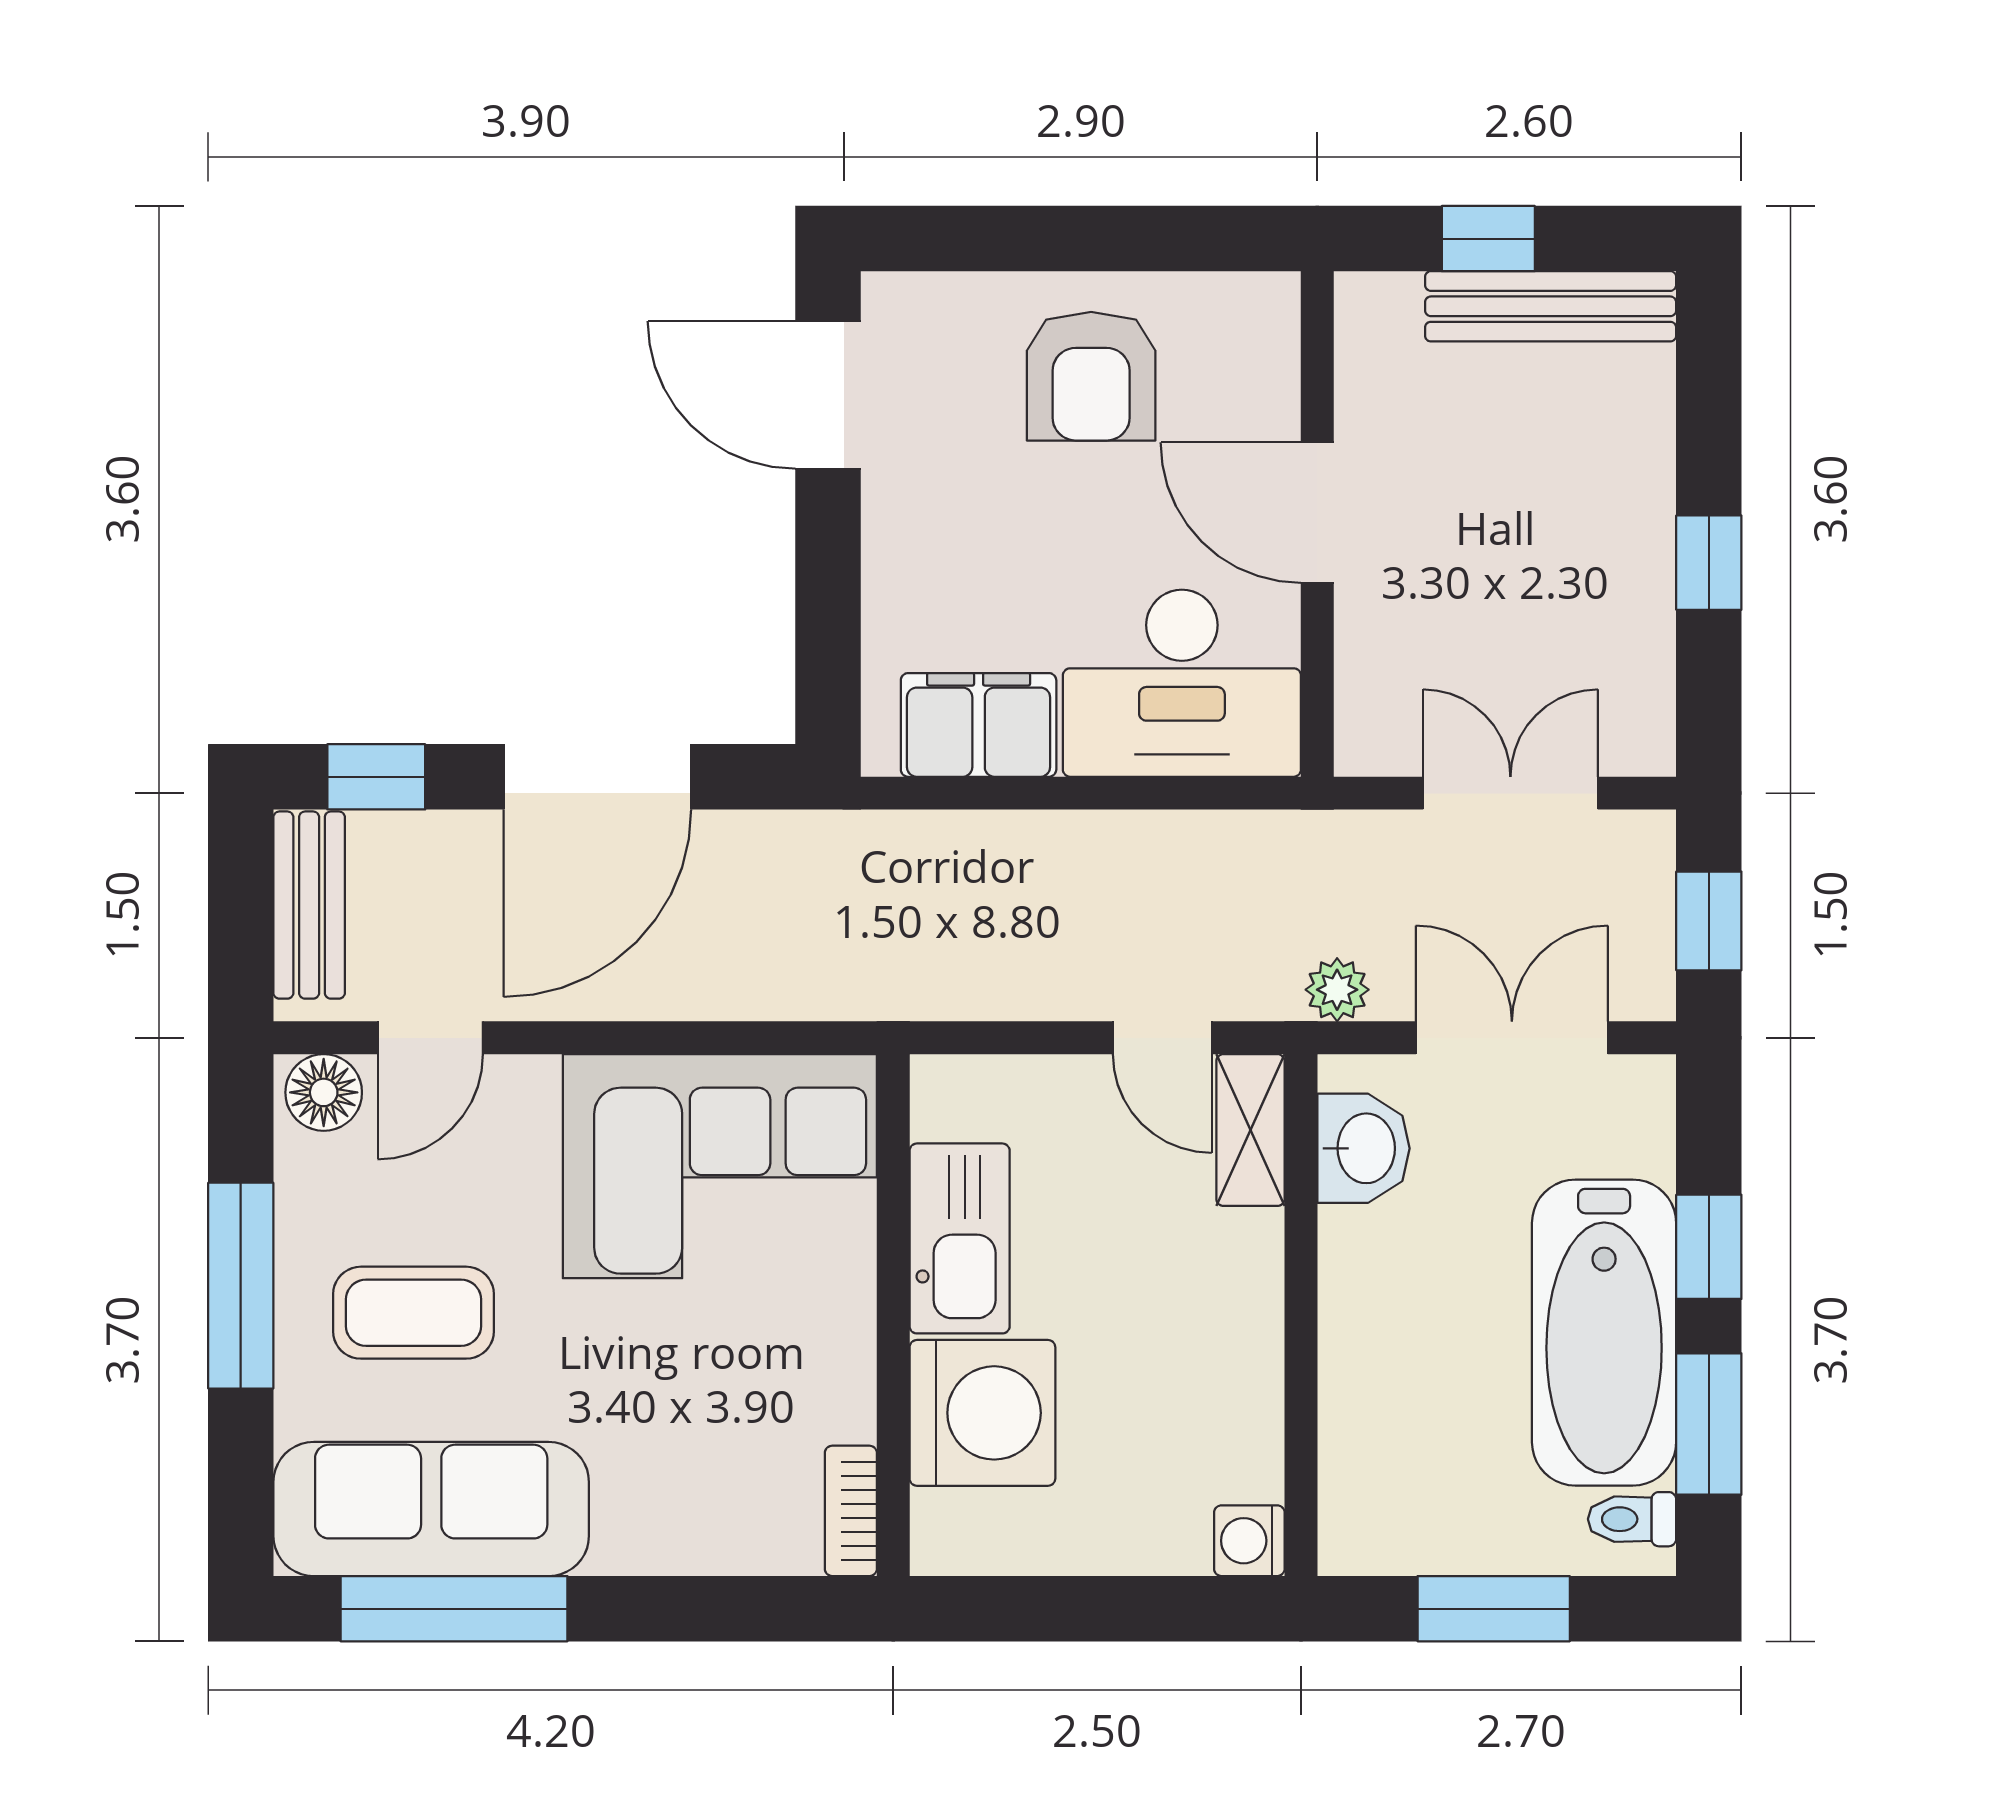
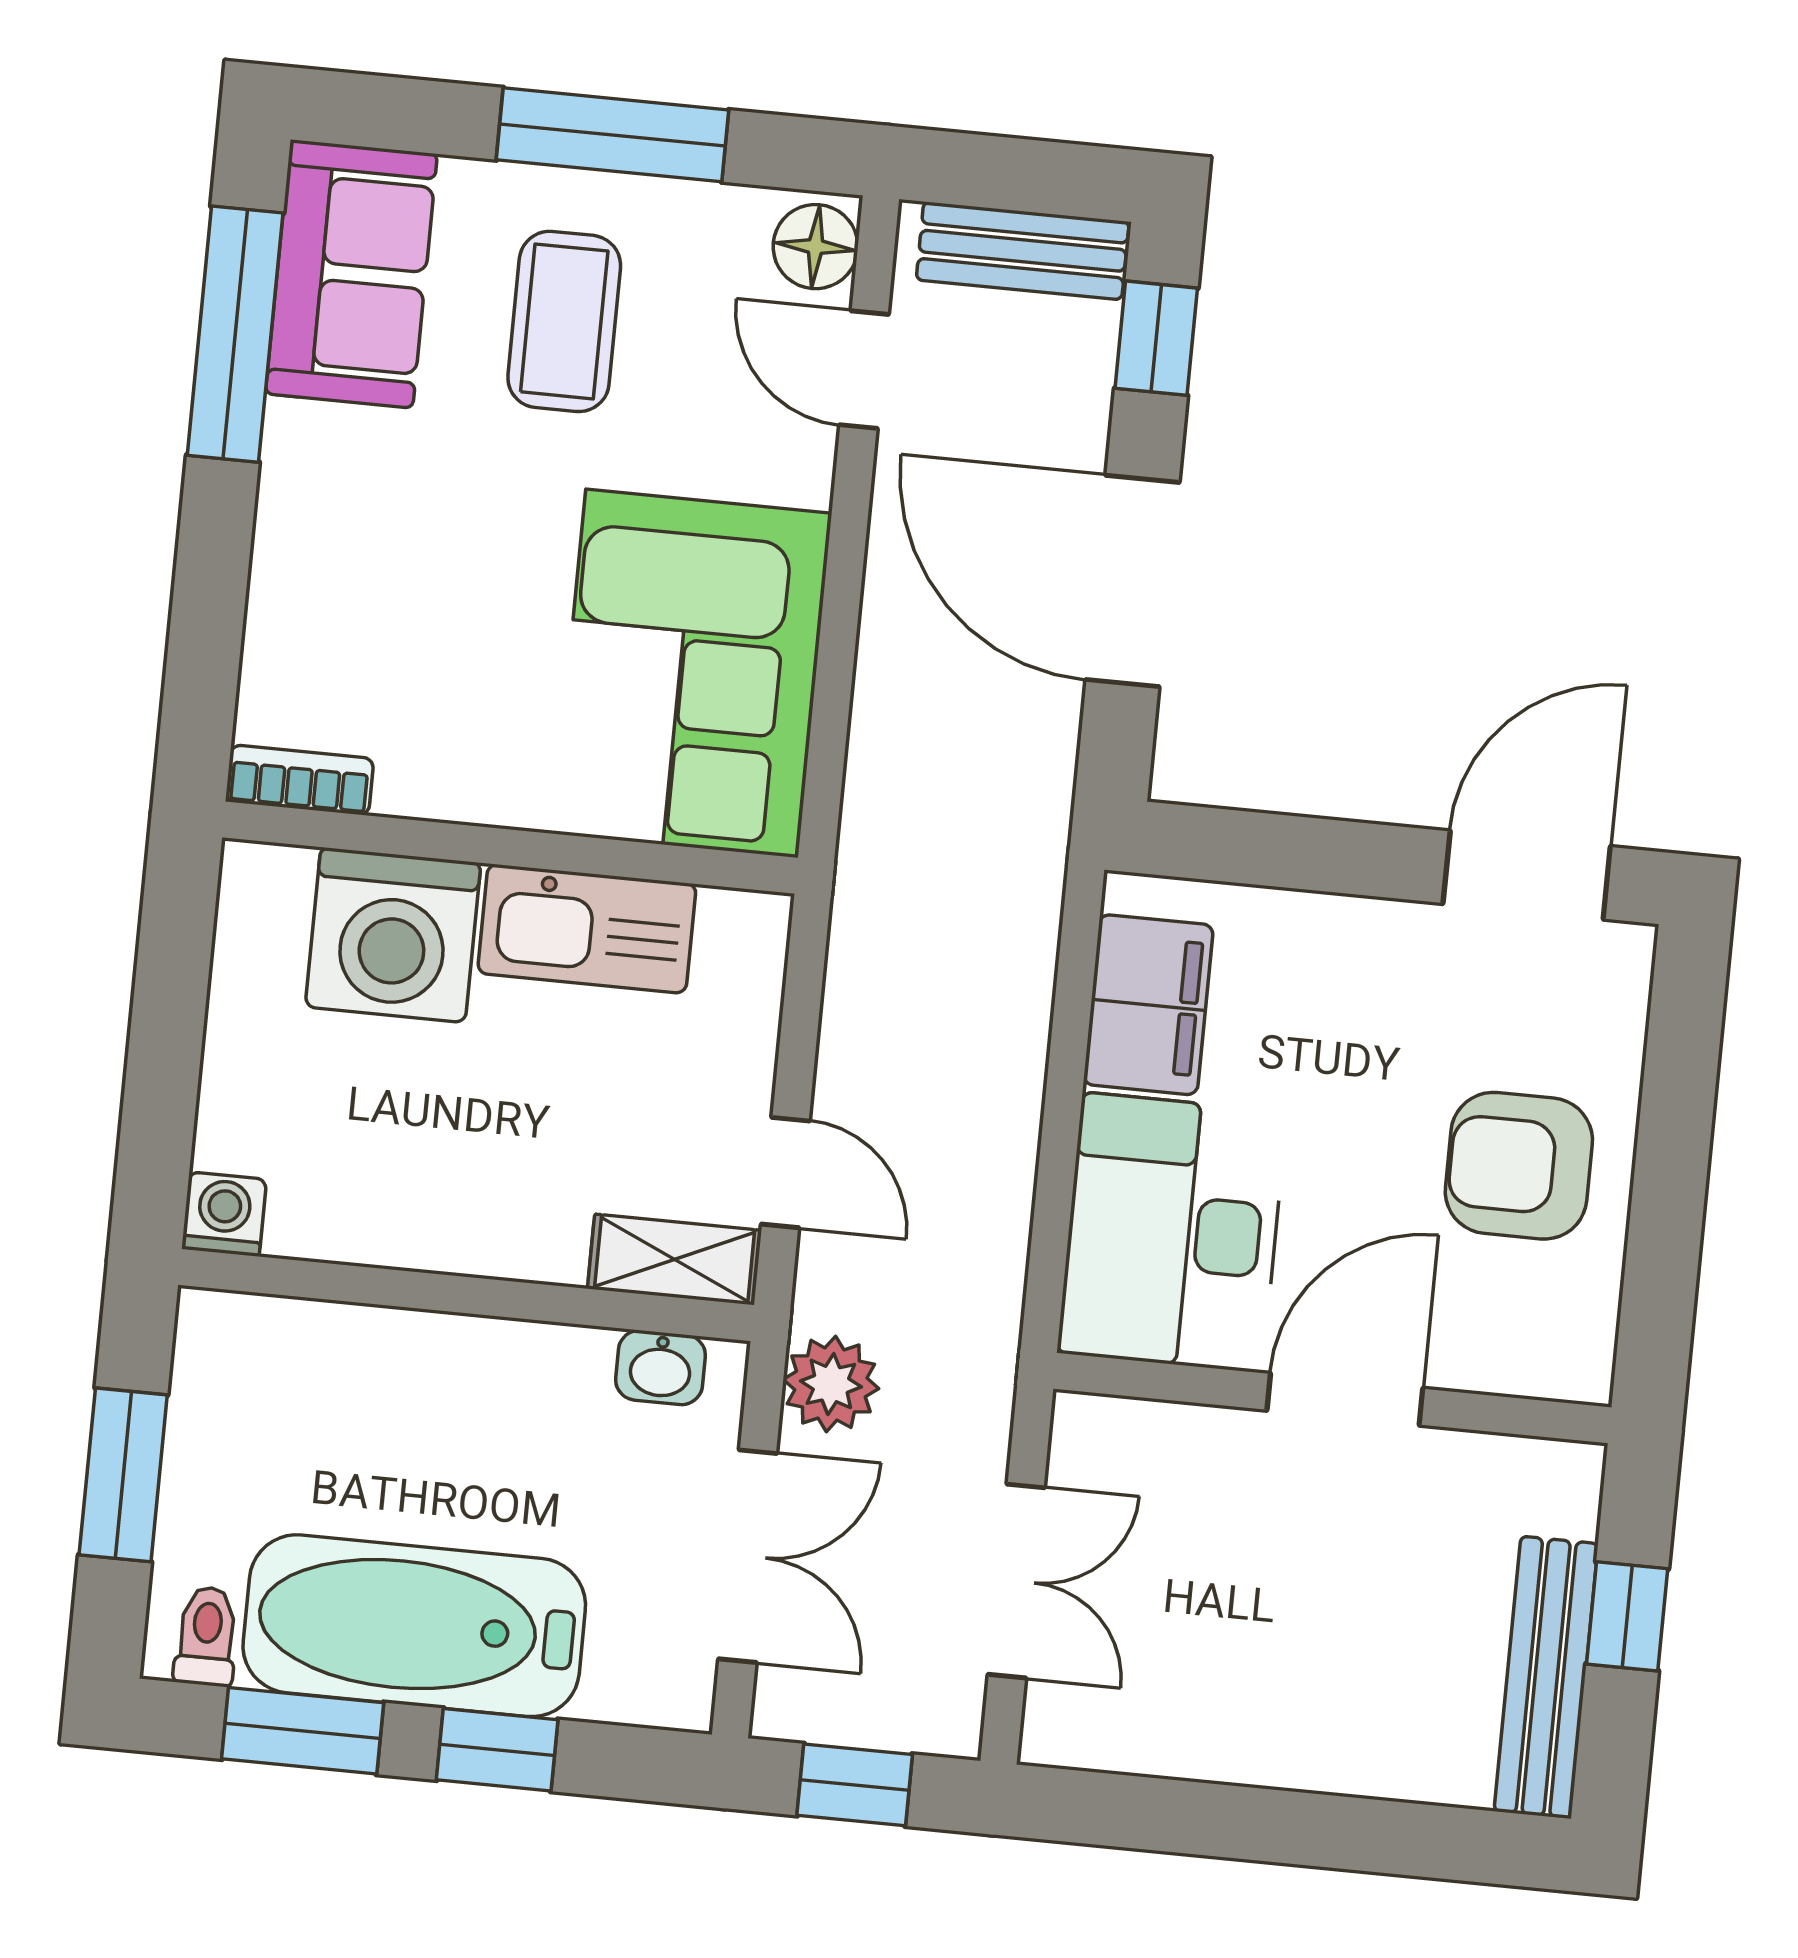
window: (1709, 563) -> (1248, 1823), removed
plant: (1337, 990) -> (831, 1384), width x1.38, depth x1.38
door: (1162, 1038) -> (785, 1173), swing flipped
washbasin: (1363, 1148) -> (660, 1367), width x0.72, depth x0.69
sofa: (431, 1509) -> (351, 274), width x0.73

